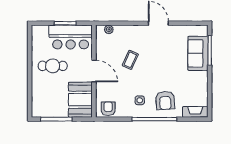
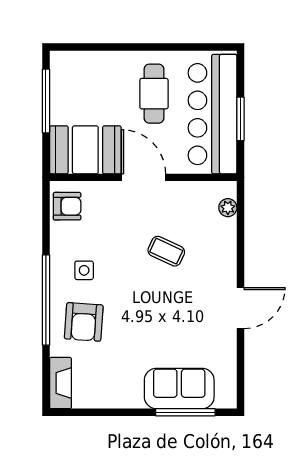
bar counter: (71, 37) -> (213, 114), width x1.36
door: (94, 71) -> (143, 177), swing flipped
armchair: (165, 100) -> (84, 322), turned -82

